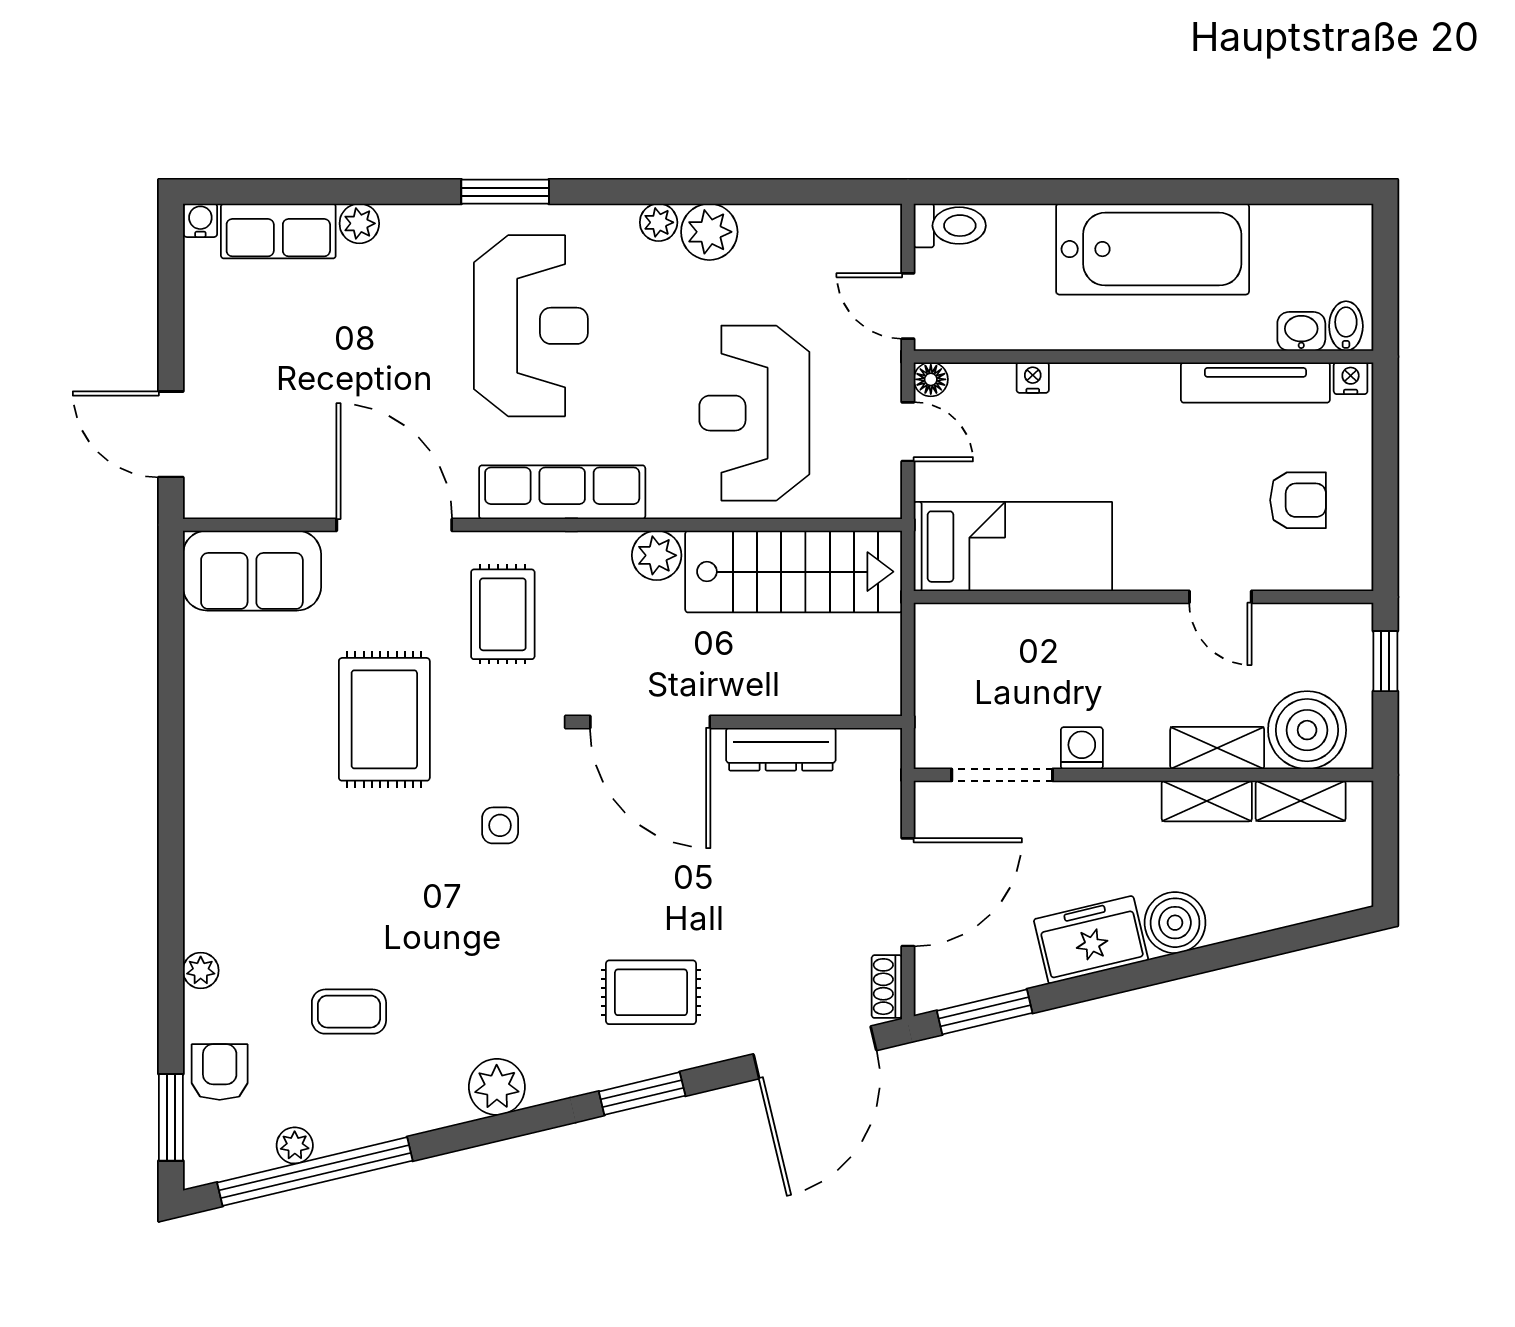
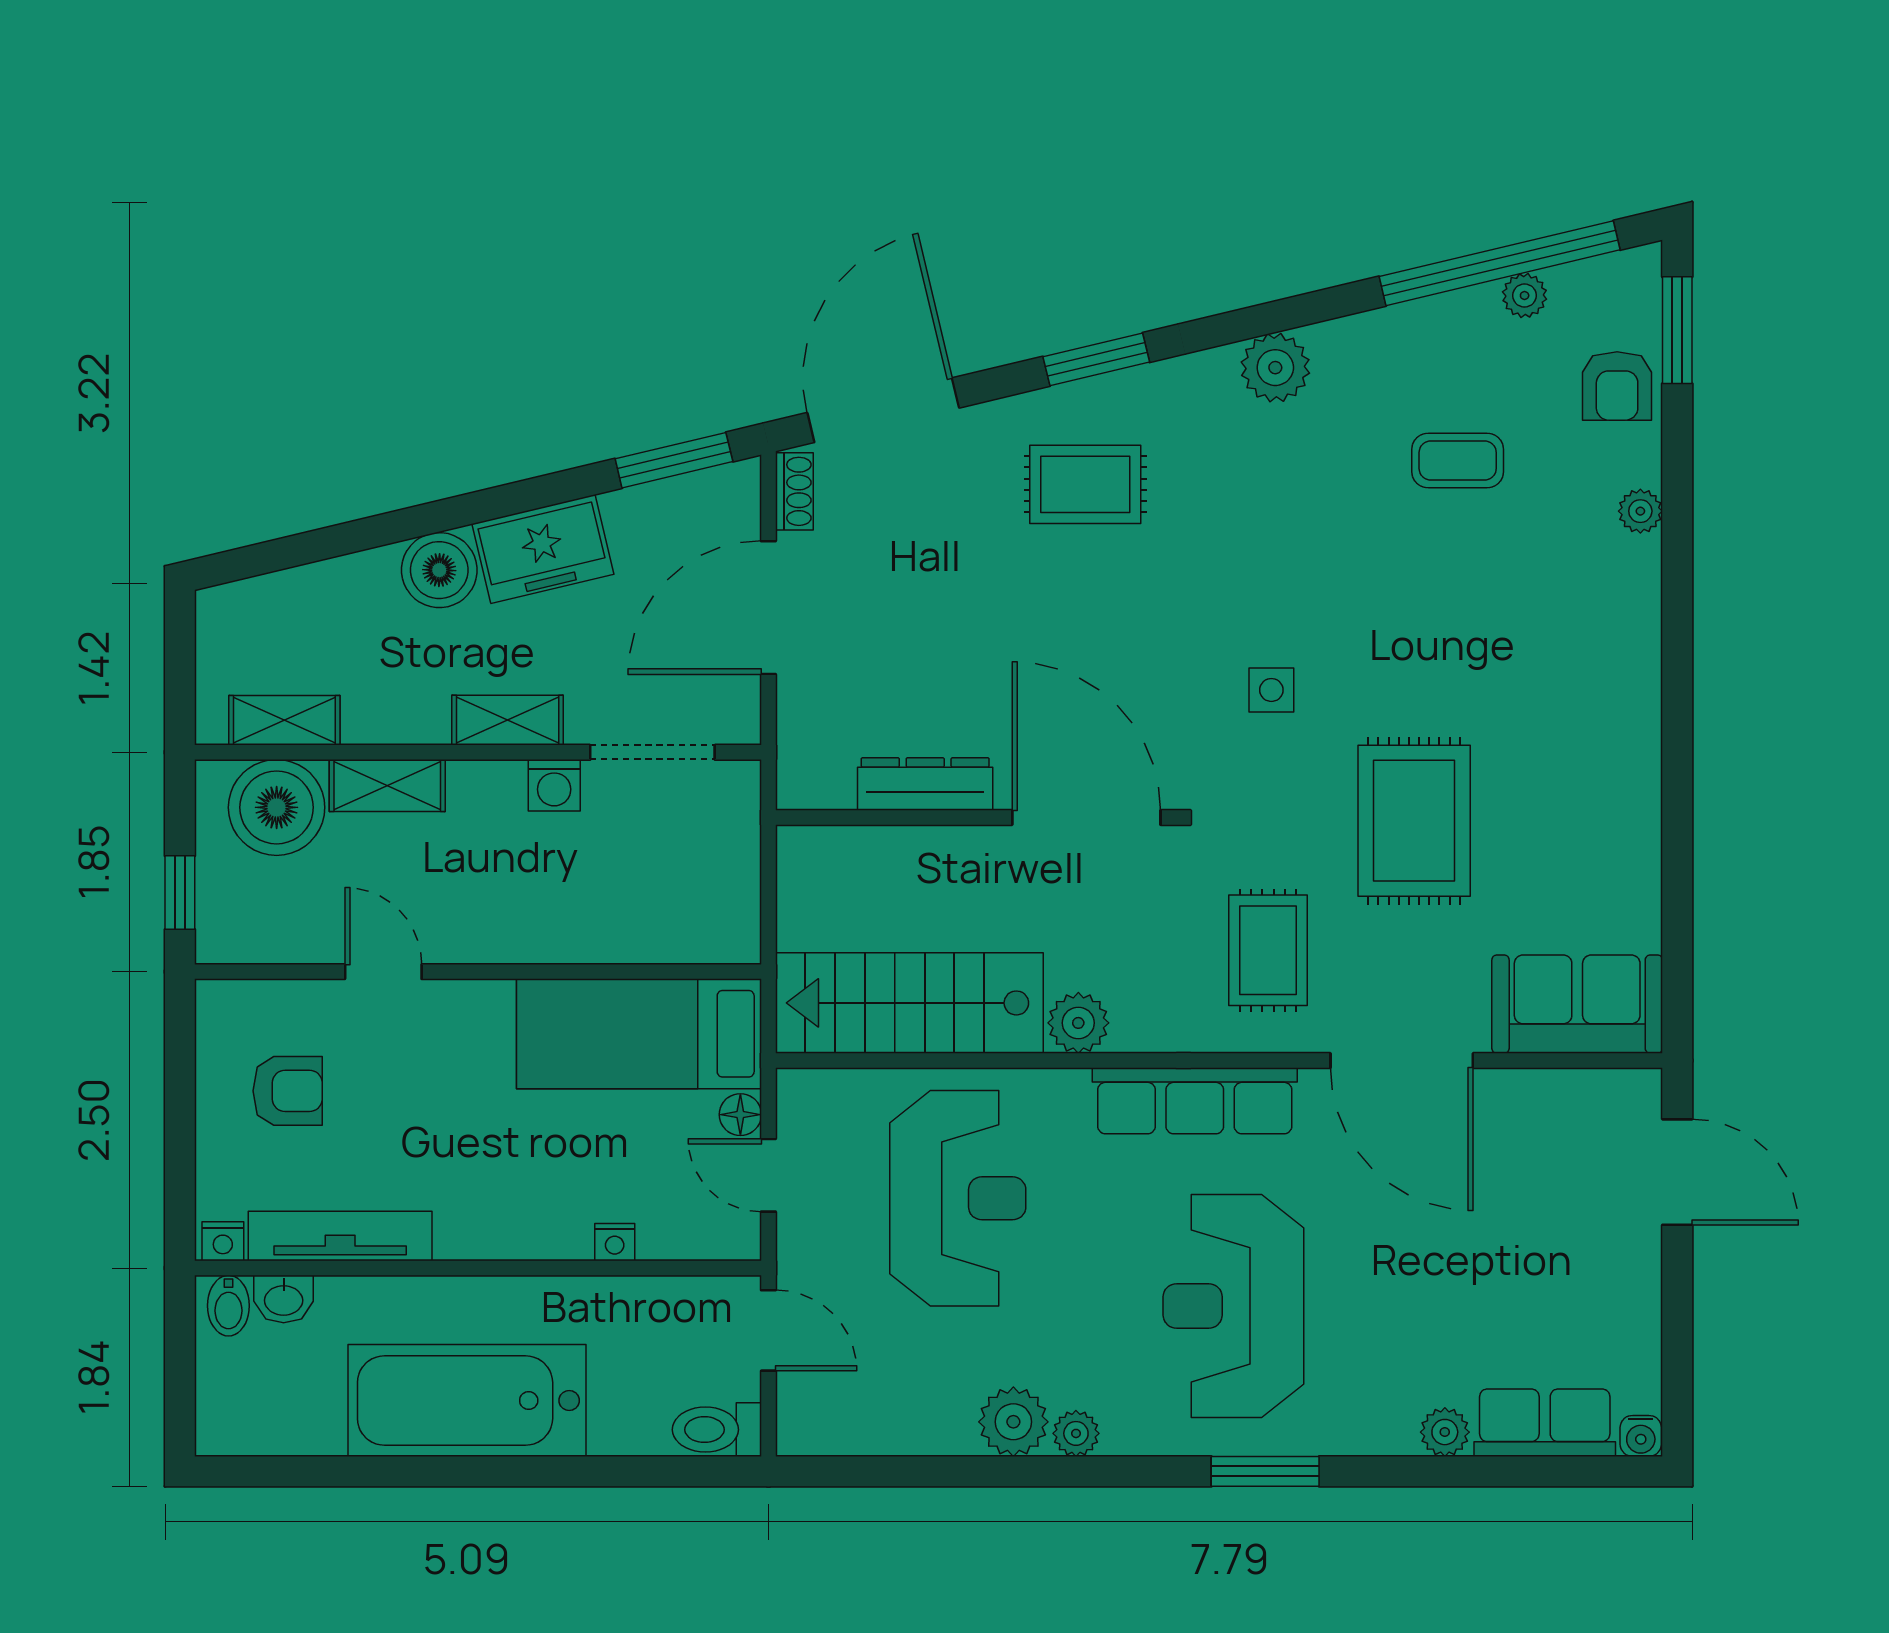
floor lamp: (931, 379) -> (740, 1115), moved
armchair: (1298, 500) -> (288, 1091), turned 180
shelving: (1207, 801) -> (508, 720), moved

